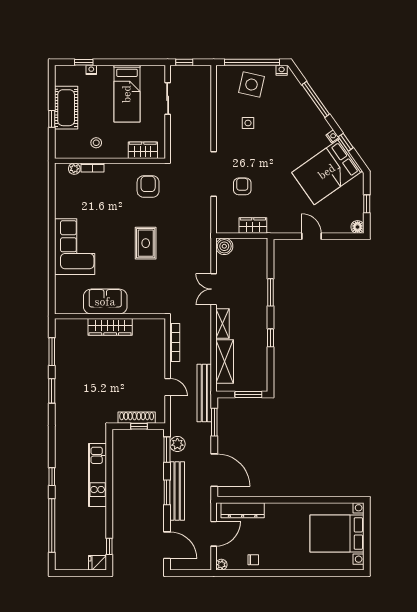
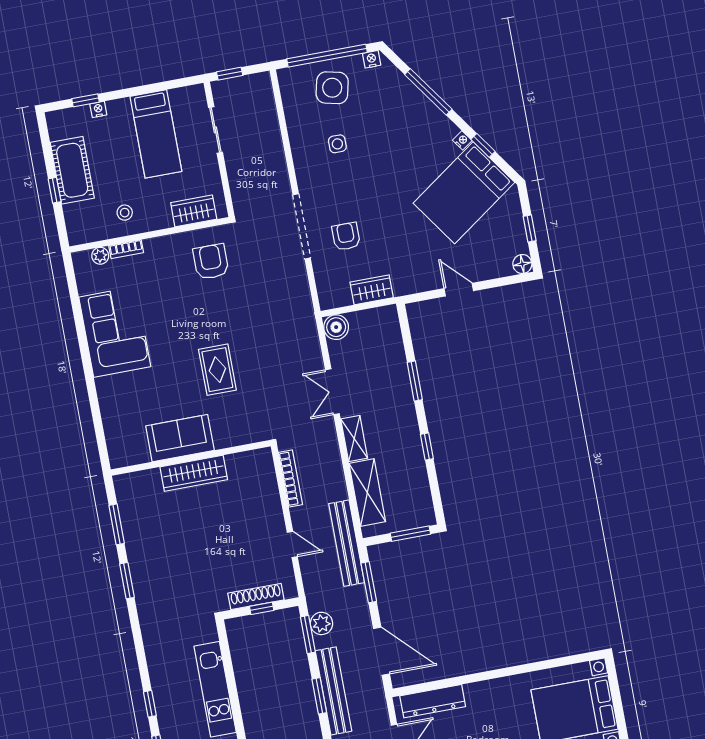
rug: (146, 243) -> (217, 370), moved
corner sofa: (75, 247) -> (115, 332), moved

